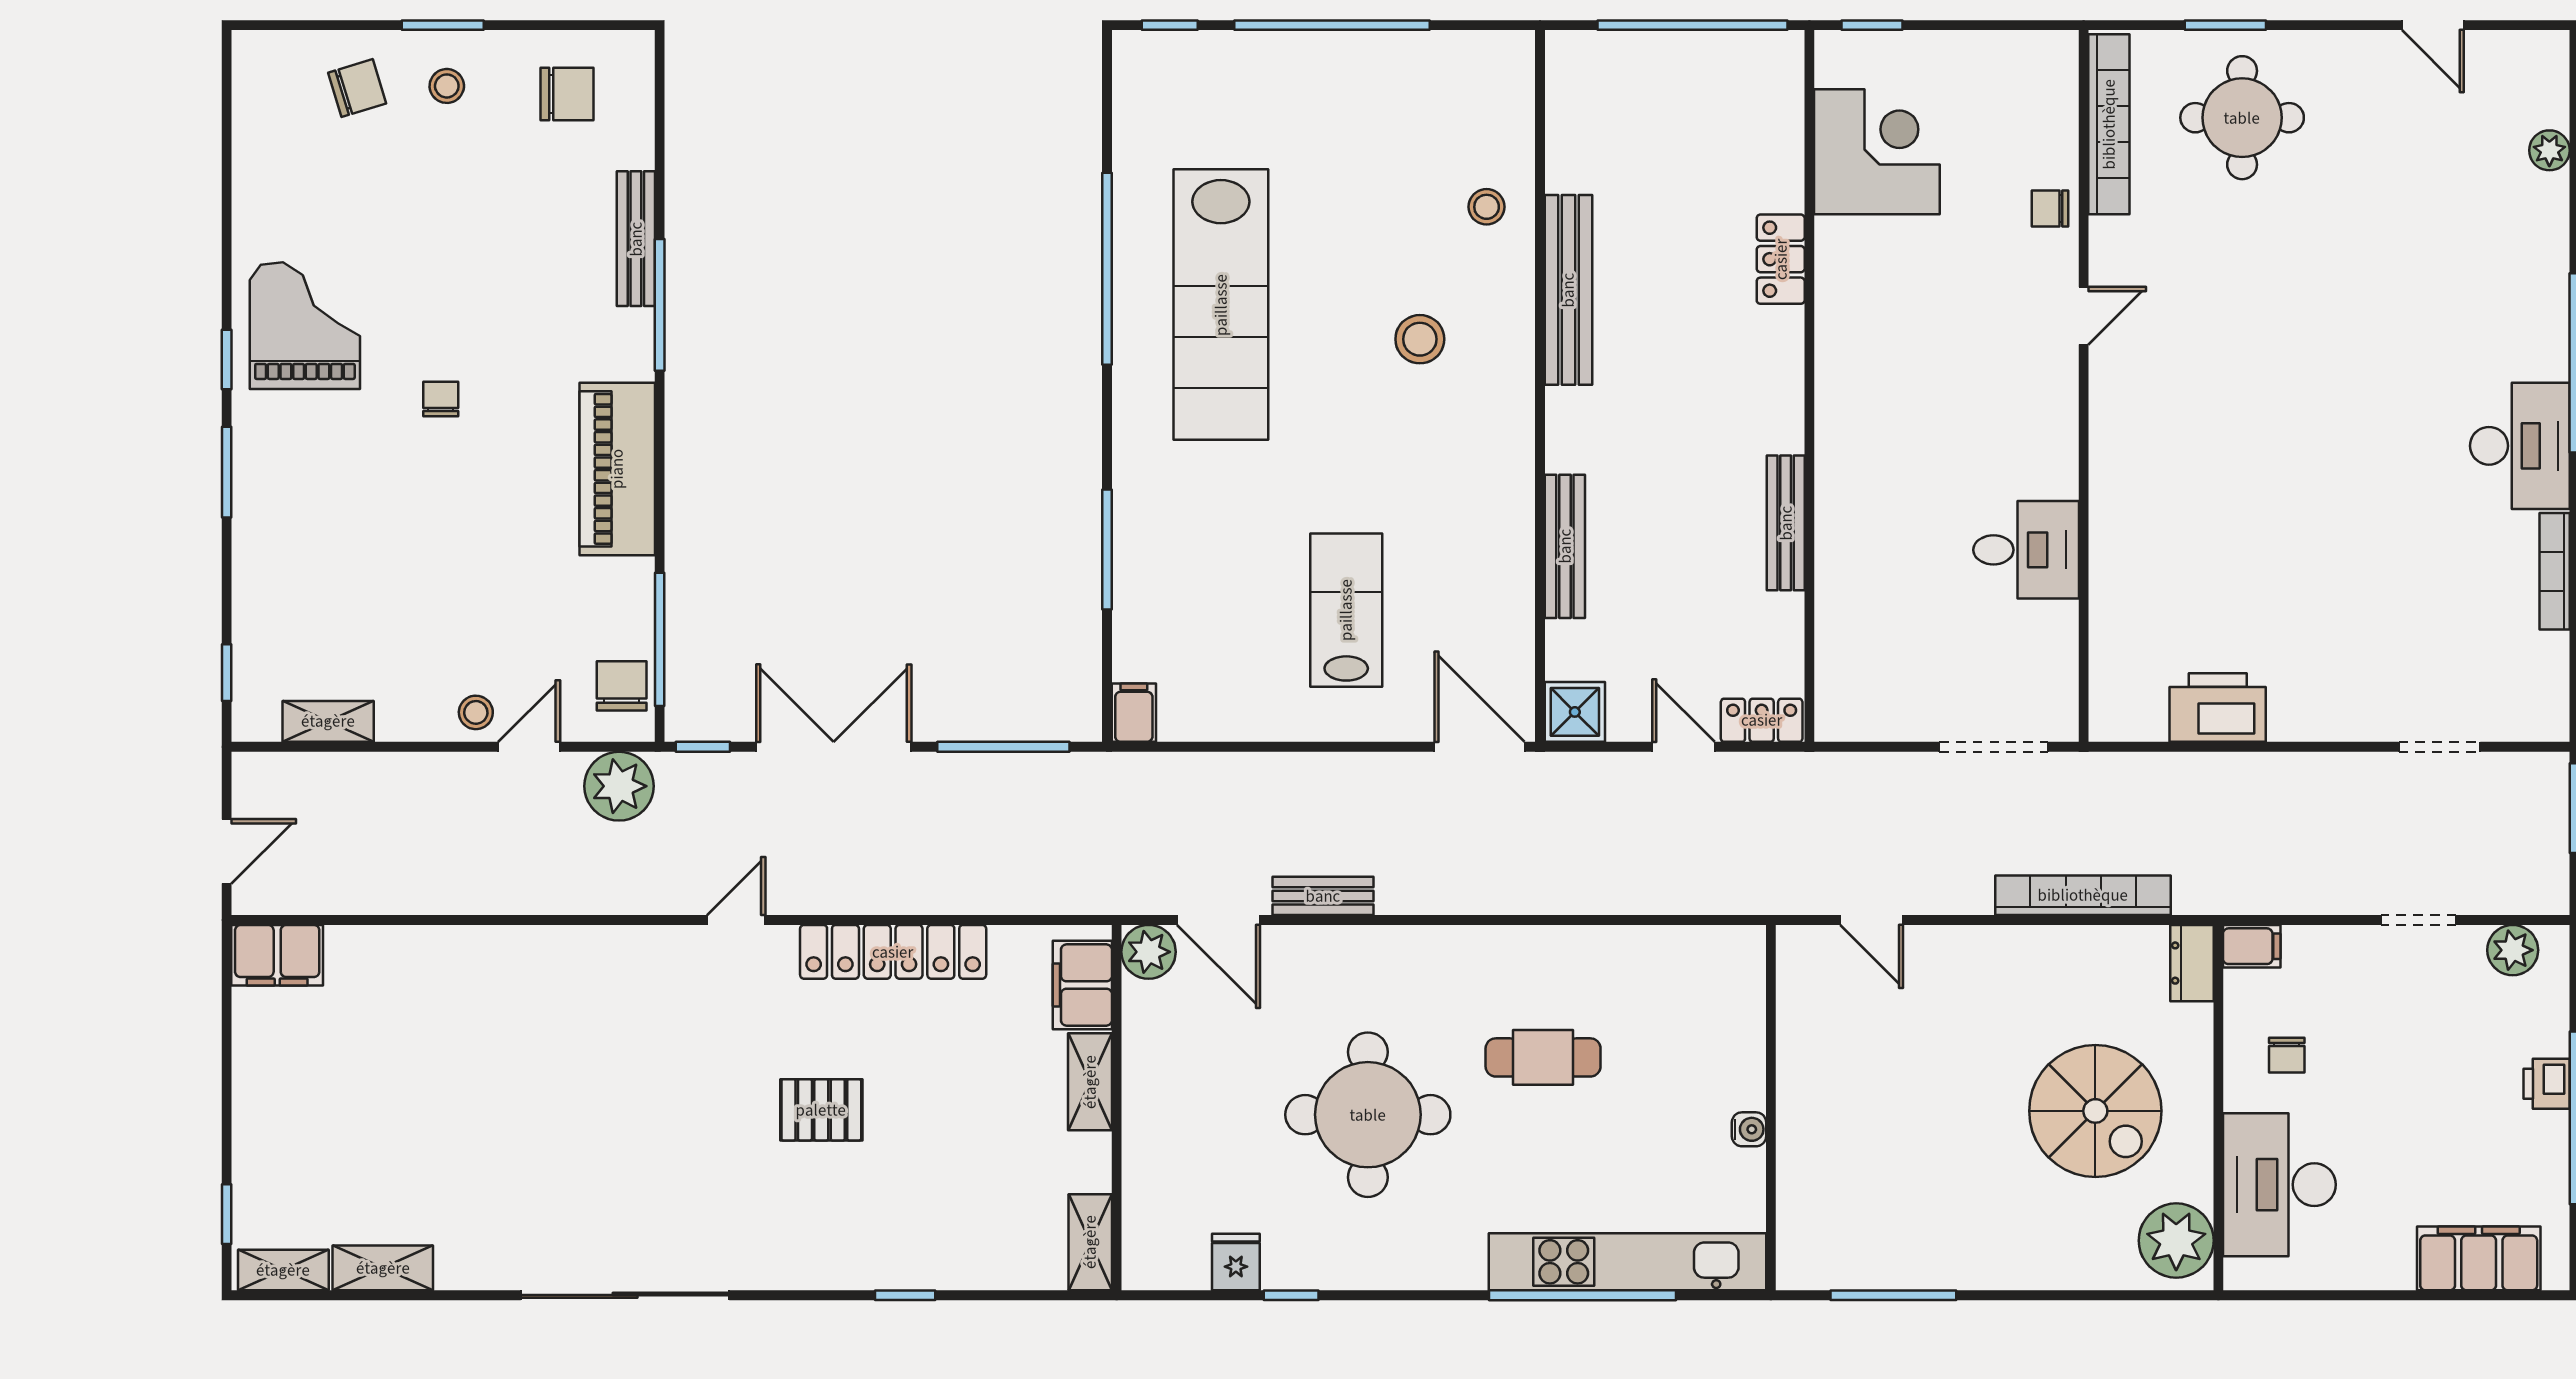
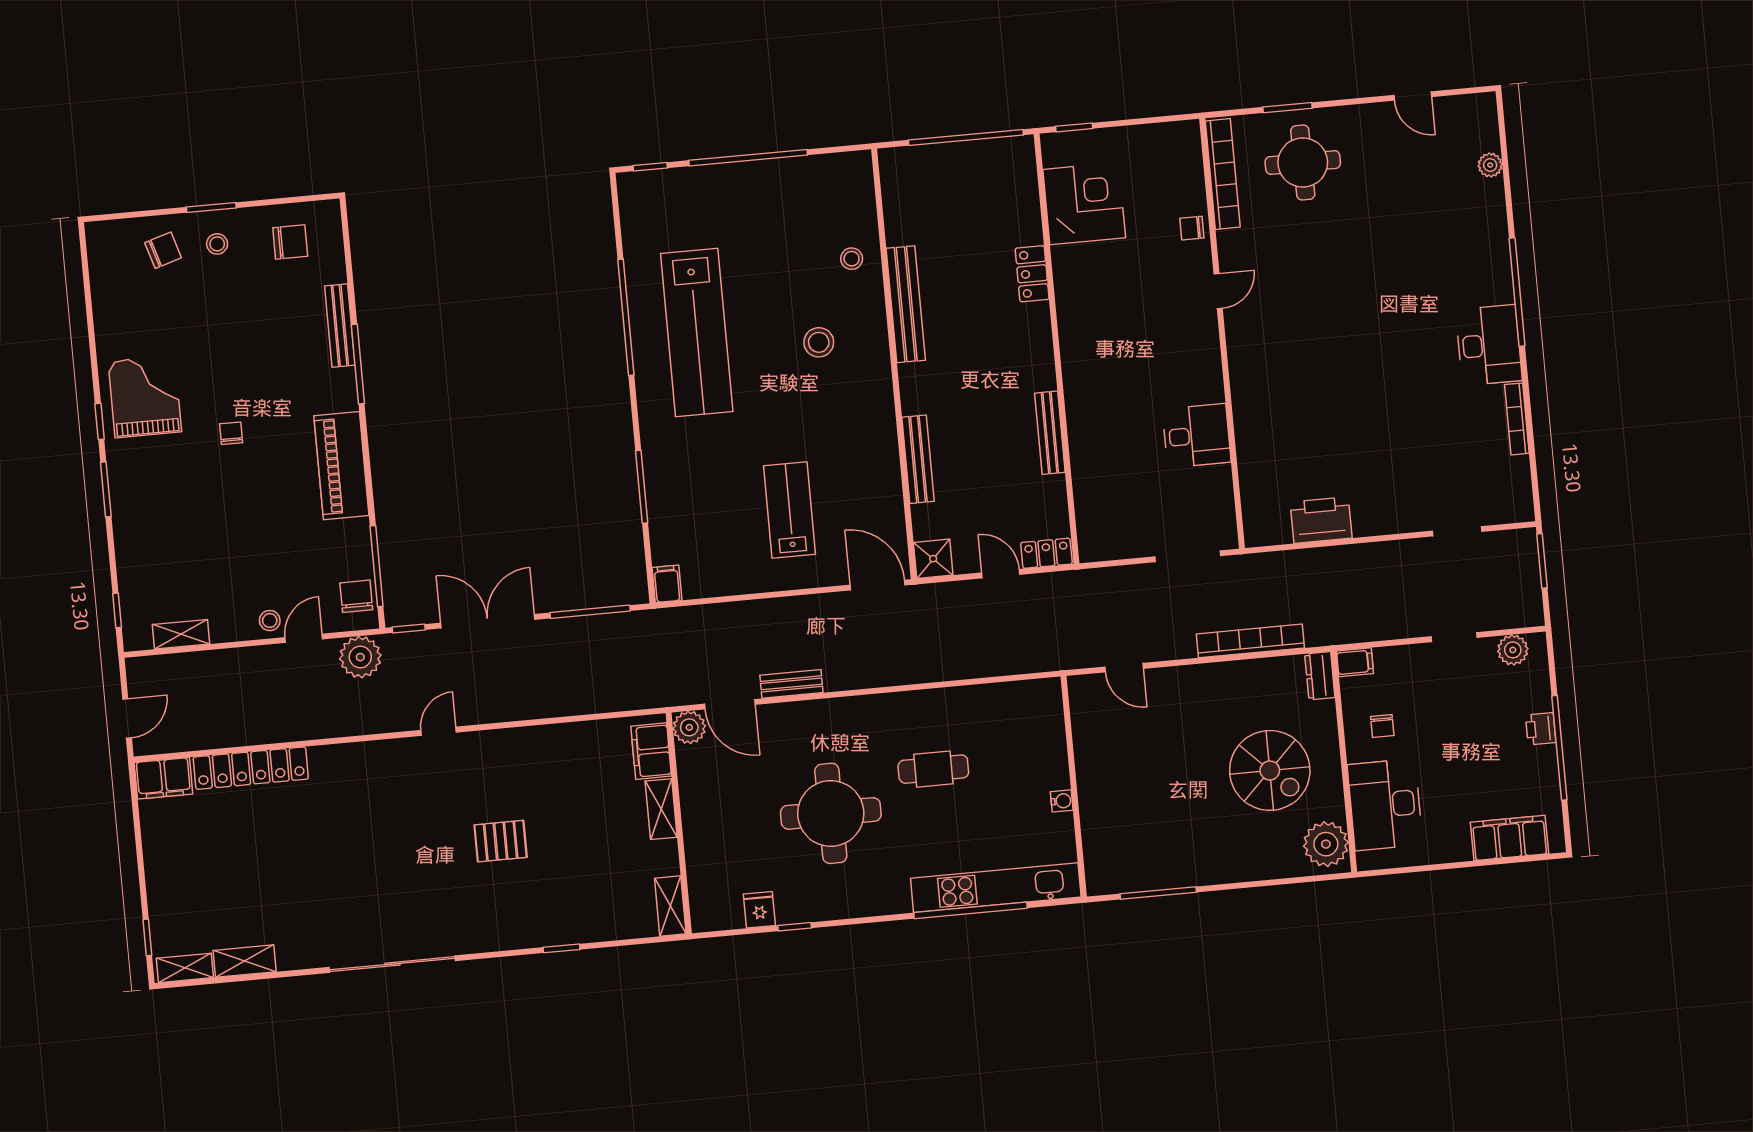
locker: (893, 952) -> (251, 768), moved

